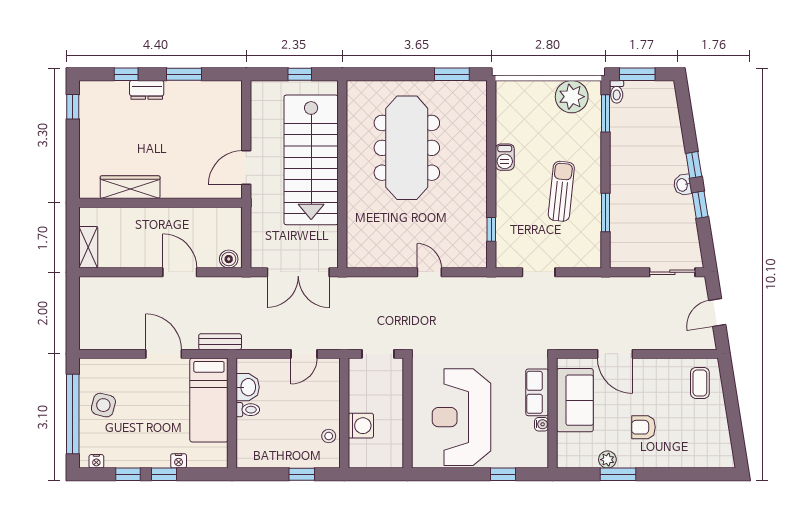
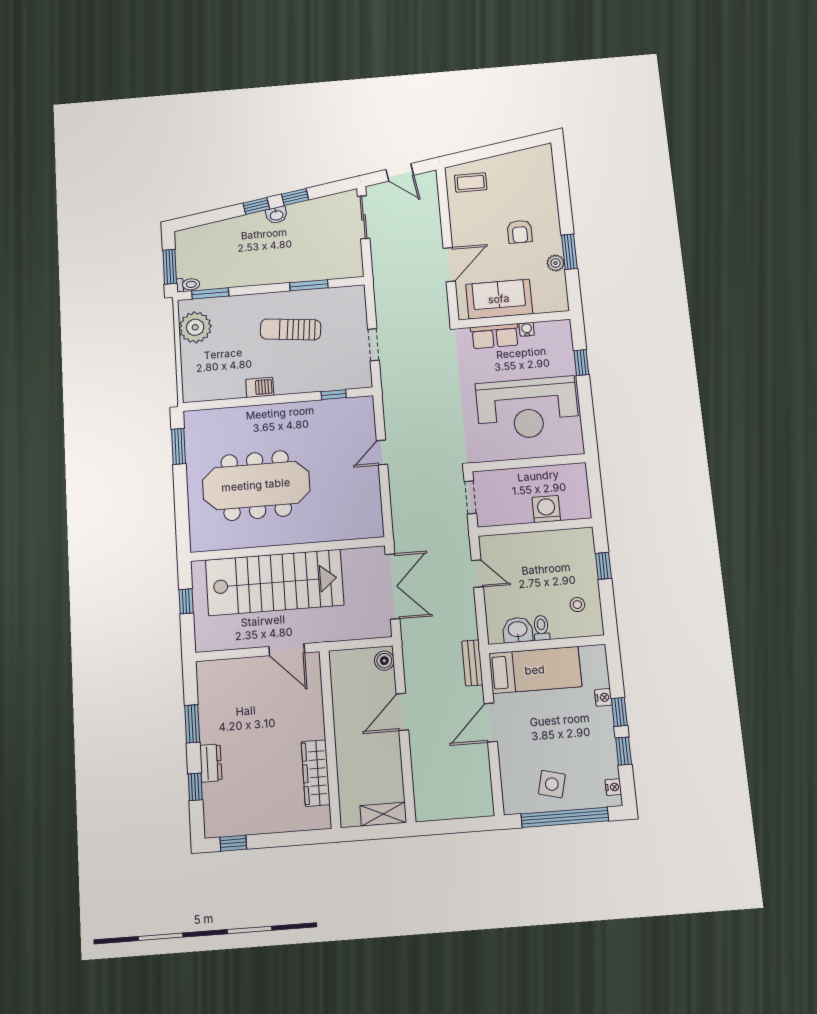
stool: (329, 436) -> (577, 605), moved

